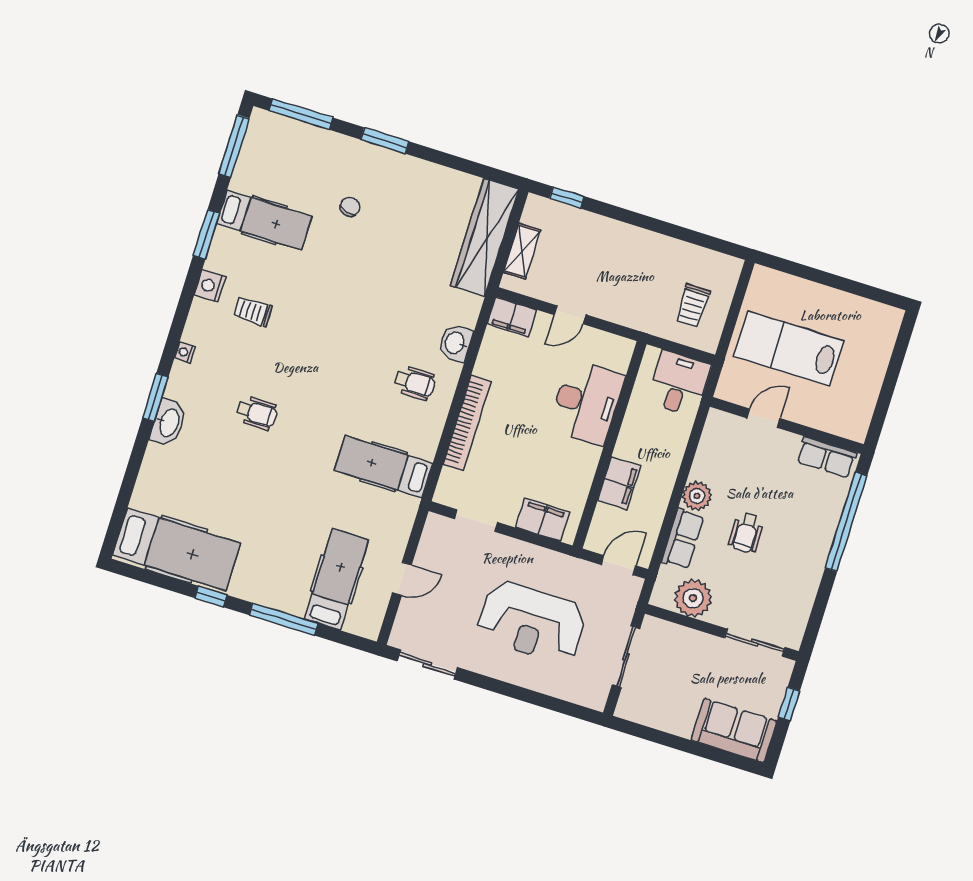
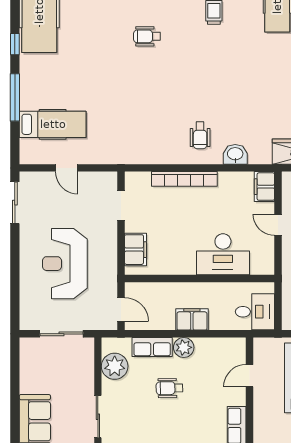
wheelchair: (257, 413) -> (147, 36), turned 90
door: (764, 418) -> (250, 376), swing flipped
hospital bed: (384, 467) -> (138, 132), removed
filing cabinet: (619, 483) -> (192, 319), moved, turned 180

